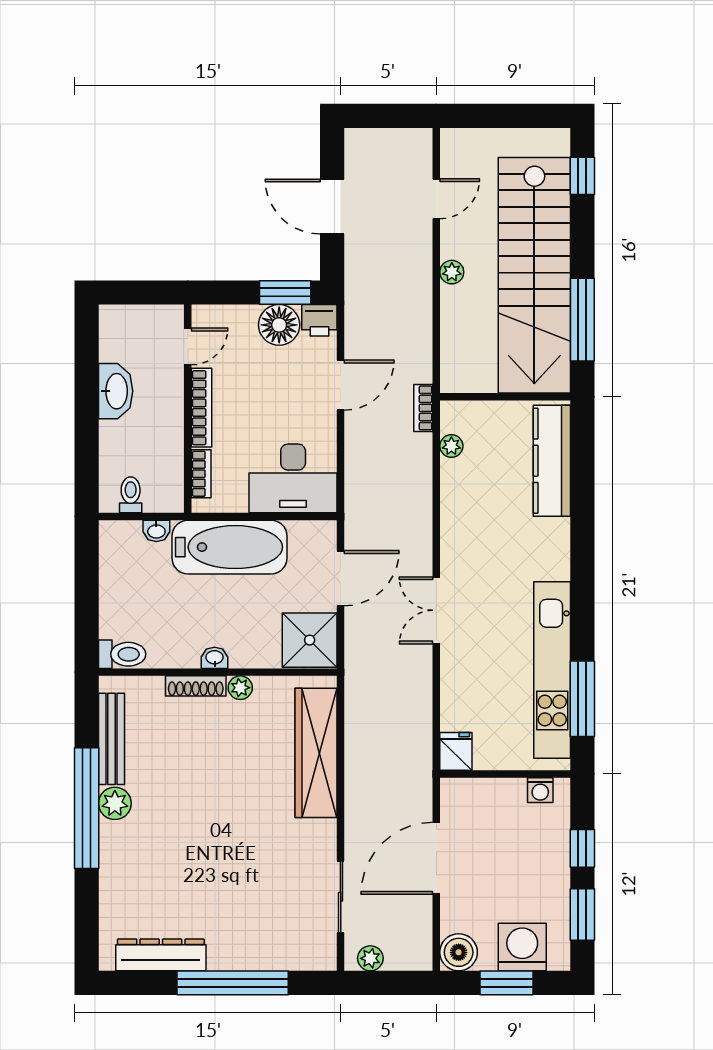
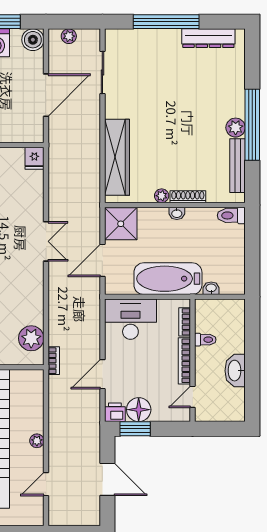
plant: (451, 446) -> (31, 338), width x1.88, depth x1.88
toilet: (131, 495) -> (205, 340), moved, turned -90
plant: (370, 958) -> (69, 36), moved

